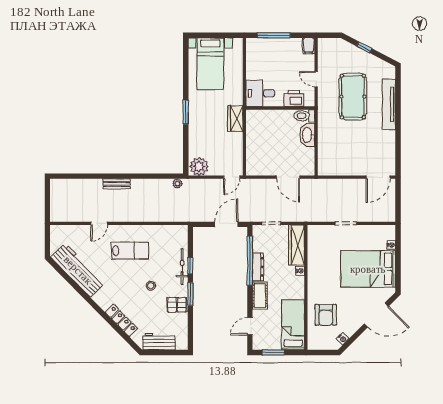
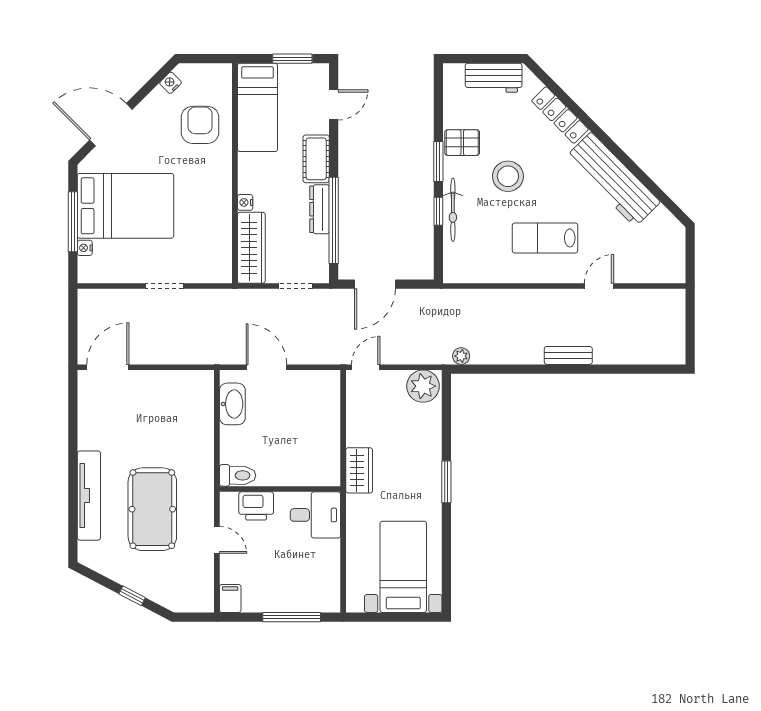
washbasin: (307, 135) -> (232, 404), moved
window: (398, 260) -> (73, 222), added
workbench: (78, 270) -> (613, 179), moved
stool: (151, 286) -> (508, 176), width x1.89, depth x1.89

